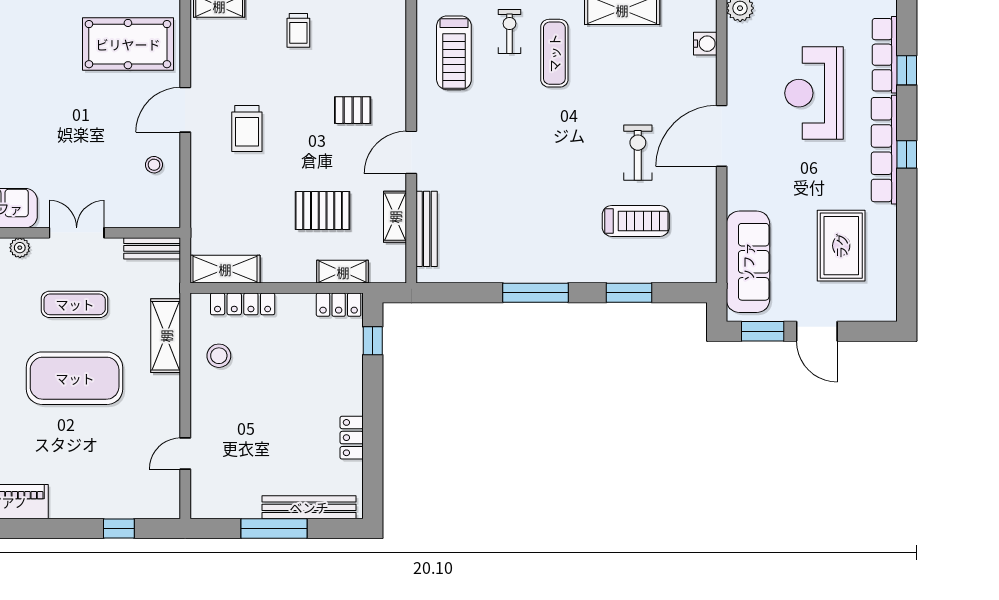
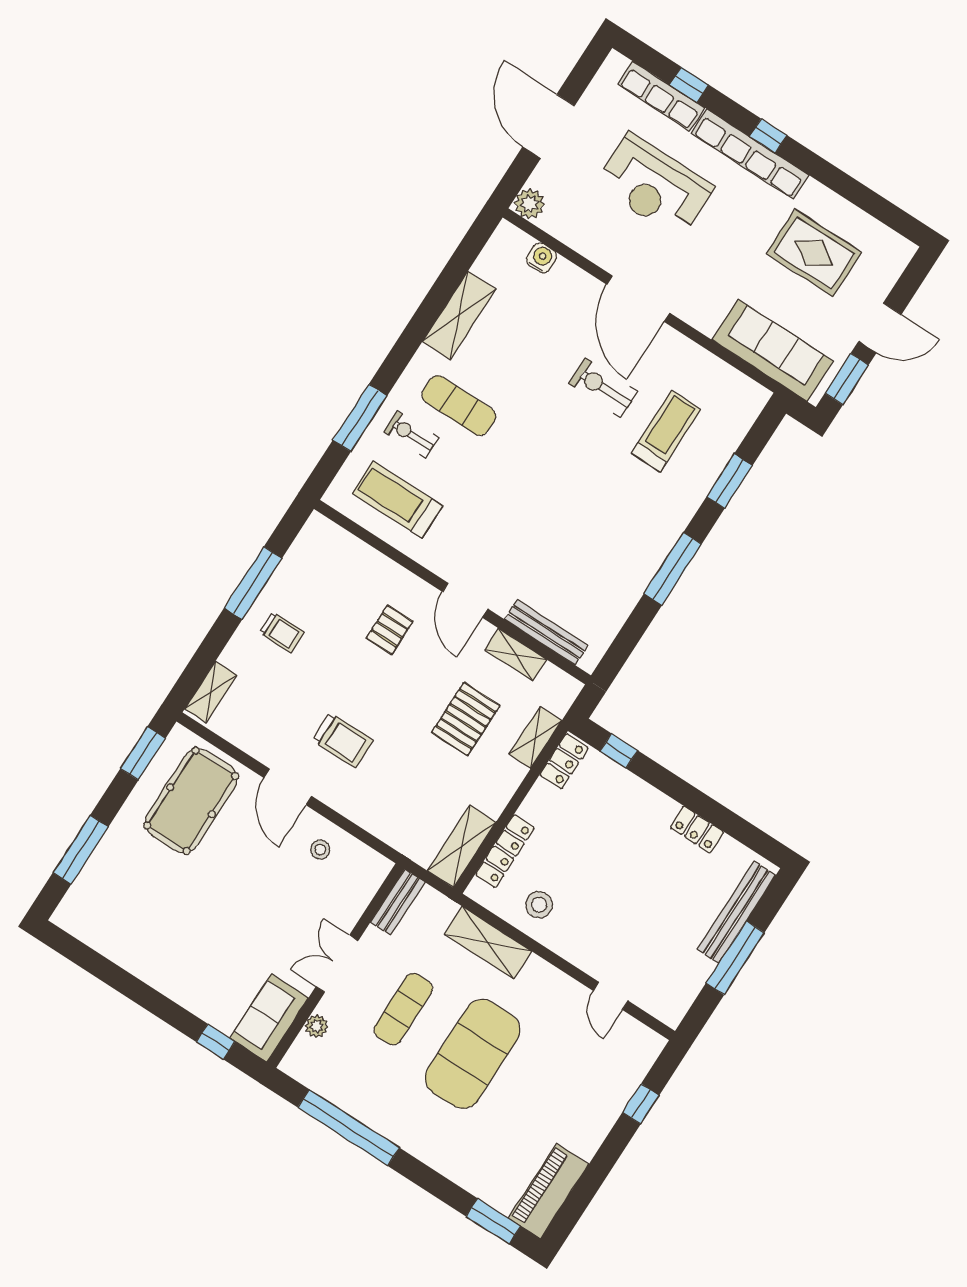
treadmill: (454, 53) -> (397, 500), turned 180

